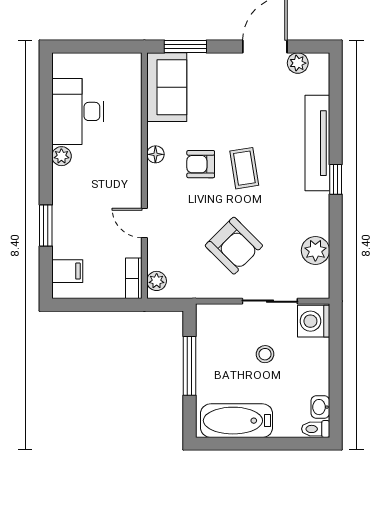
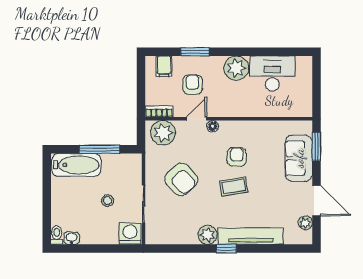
sofa: (167, 87) -> (299, 158), moved, turned 90
floor lamp: (155, 154) -> (213, 126), moved
plant: (61, 156) -> (236, 68), width x1.88, depth x1.88
armchair: (94, 229) -> (193, 85), added
armchair: (234, 246) -> (181, 179), turned -87
plant: (315, 250) -> (208, 235), moved
plant: (157, 281) -> (163, 133), width x1.88, depth x1.88
bathtub: (237, 421) -> (76, 165), moved, turned 90

